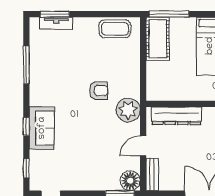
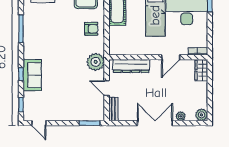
armchair: (99, 91) -> (91, 29), moved
door: (143, 146) -> (107, 88), hinge flipped
floor lamp: (130, 181) -> (97, 114), removed

